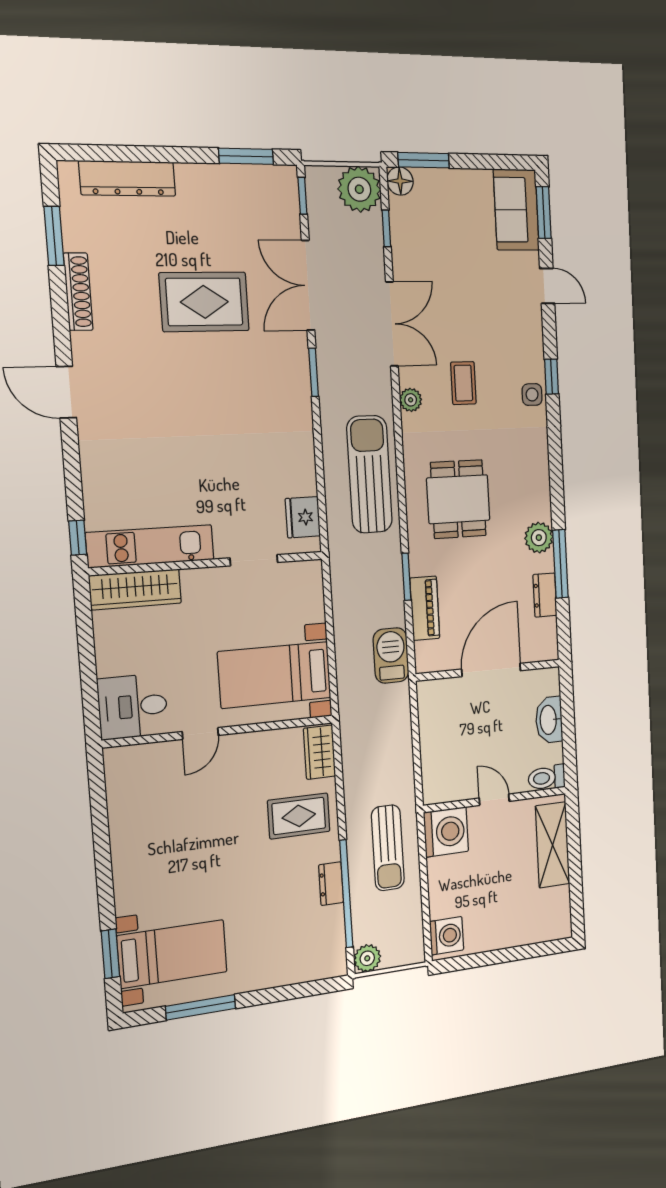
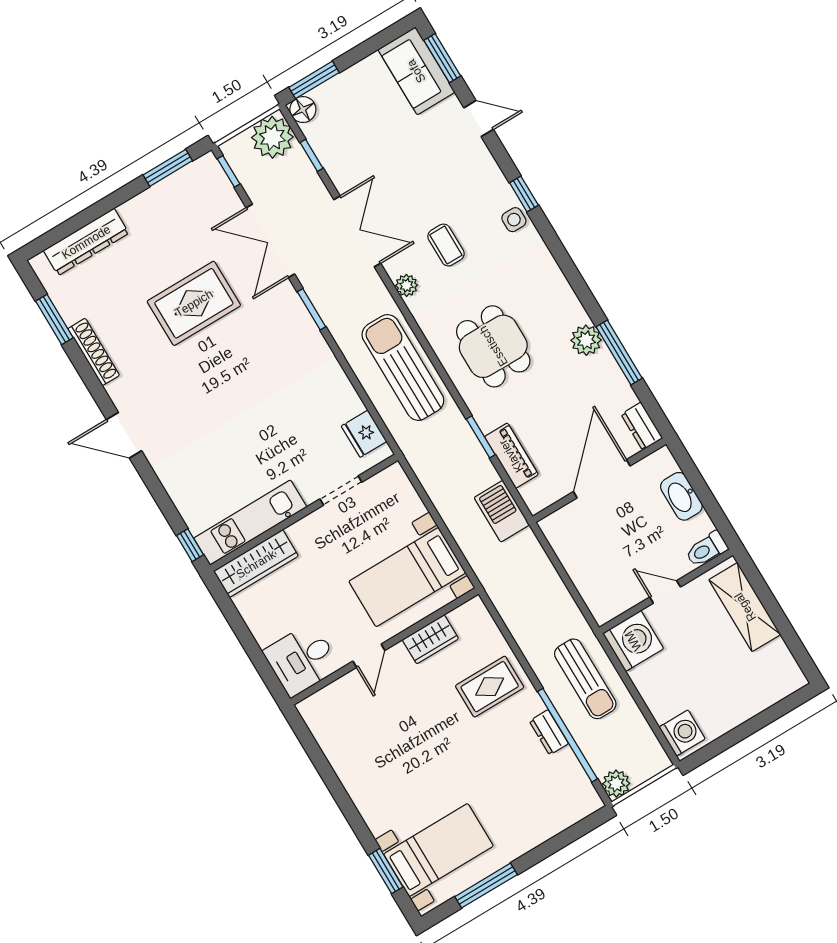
dresser: (545, 595) -> (642, 426), moved
wardrobe: (320, 752) -> (430, 639), moved, turned -90

